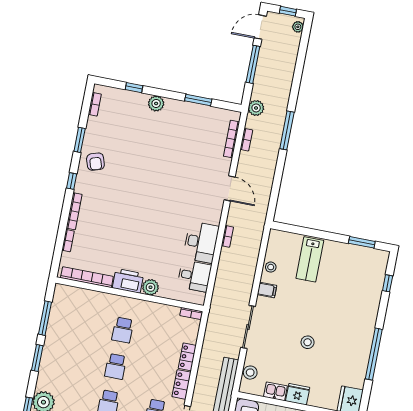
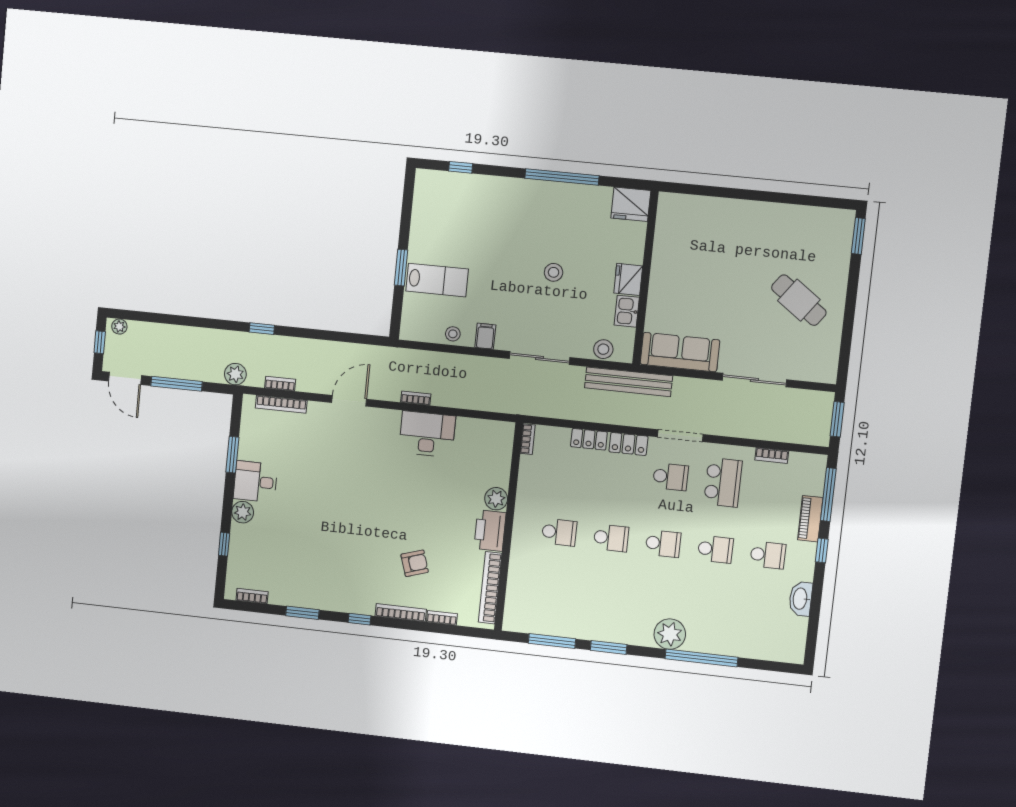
window: (287, 130) -> (262, 329), width x0.46
armchair: (95, 162) -> (415, 563), moved
window: (362, 242) -> (401, 268), moved
desk: (194, 276) -> (255, 482), moved, turned -90

